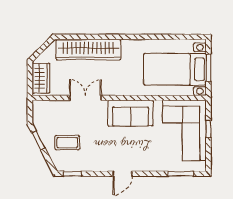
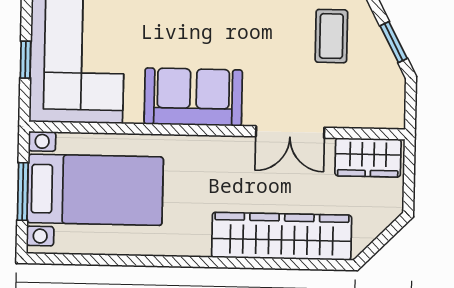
wardrobe: (41, 78) -> (368, 157), moved, turned -90
coffee table: (67, 143) -> (331, 36), turned 90

